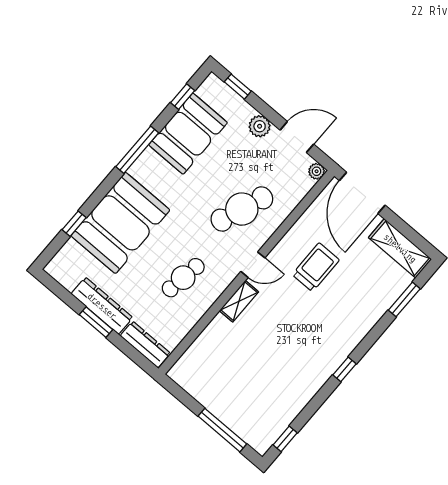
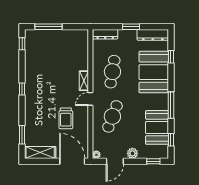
cafe table: (183, 278) -> (112, 72), width x1.37, depth x1.35
dresser: (102, 306) -> (153, 35), moved

